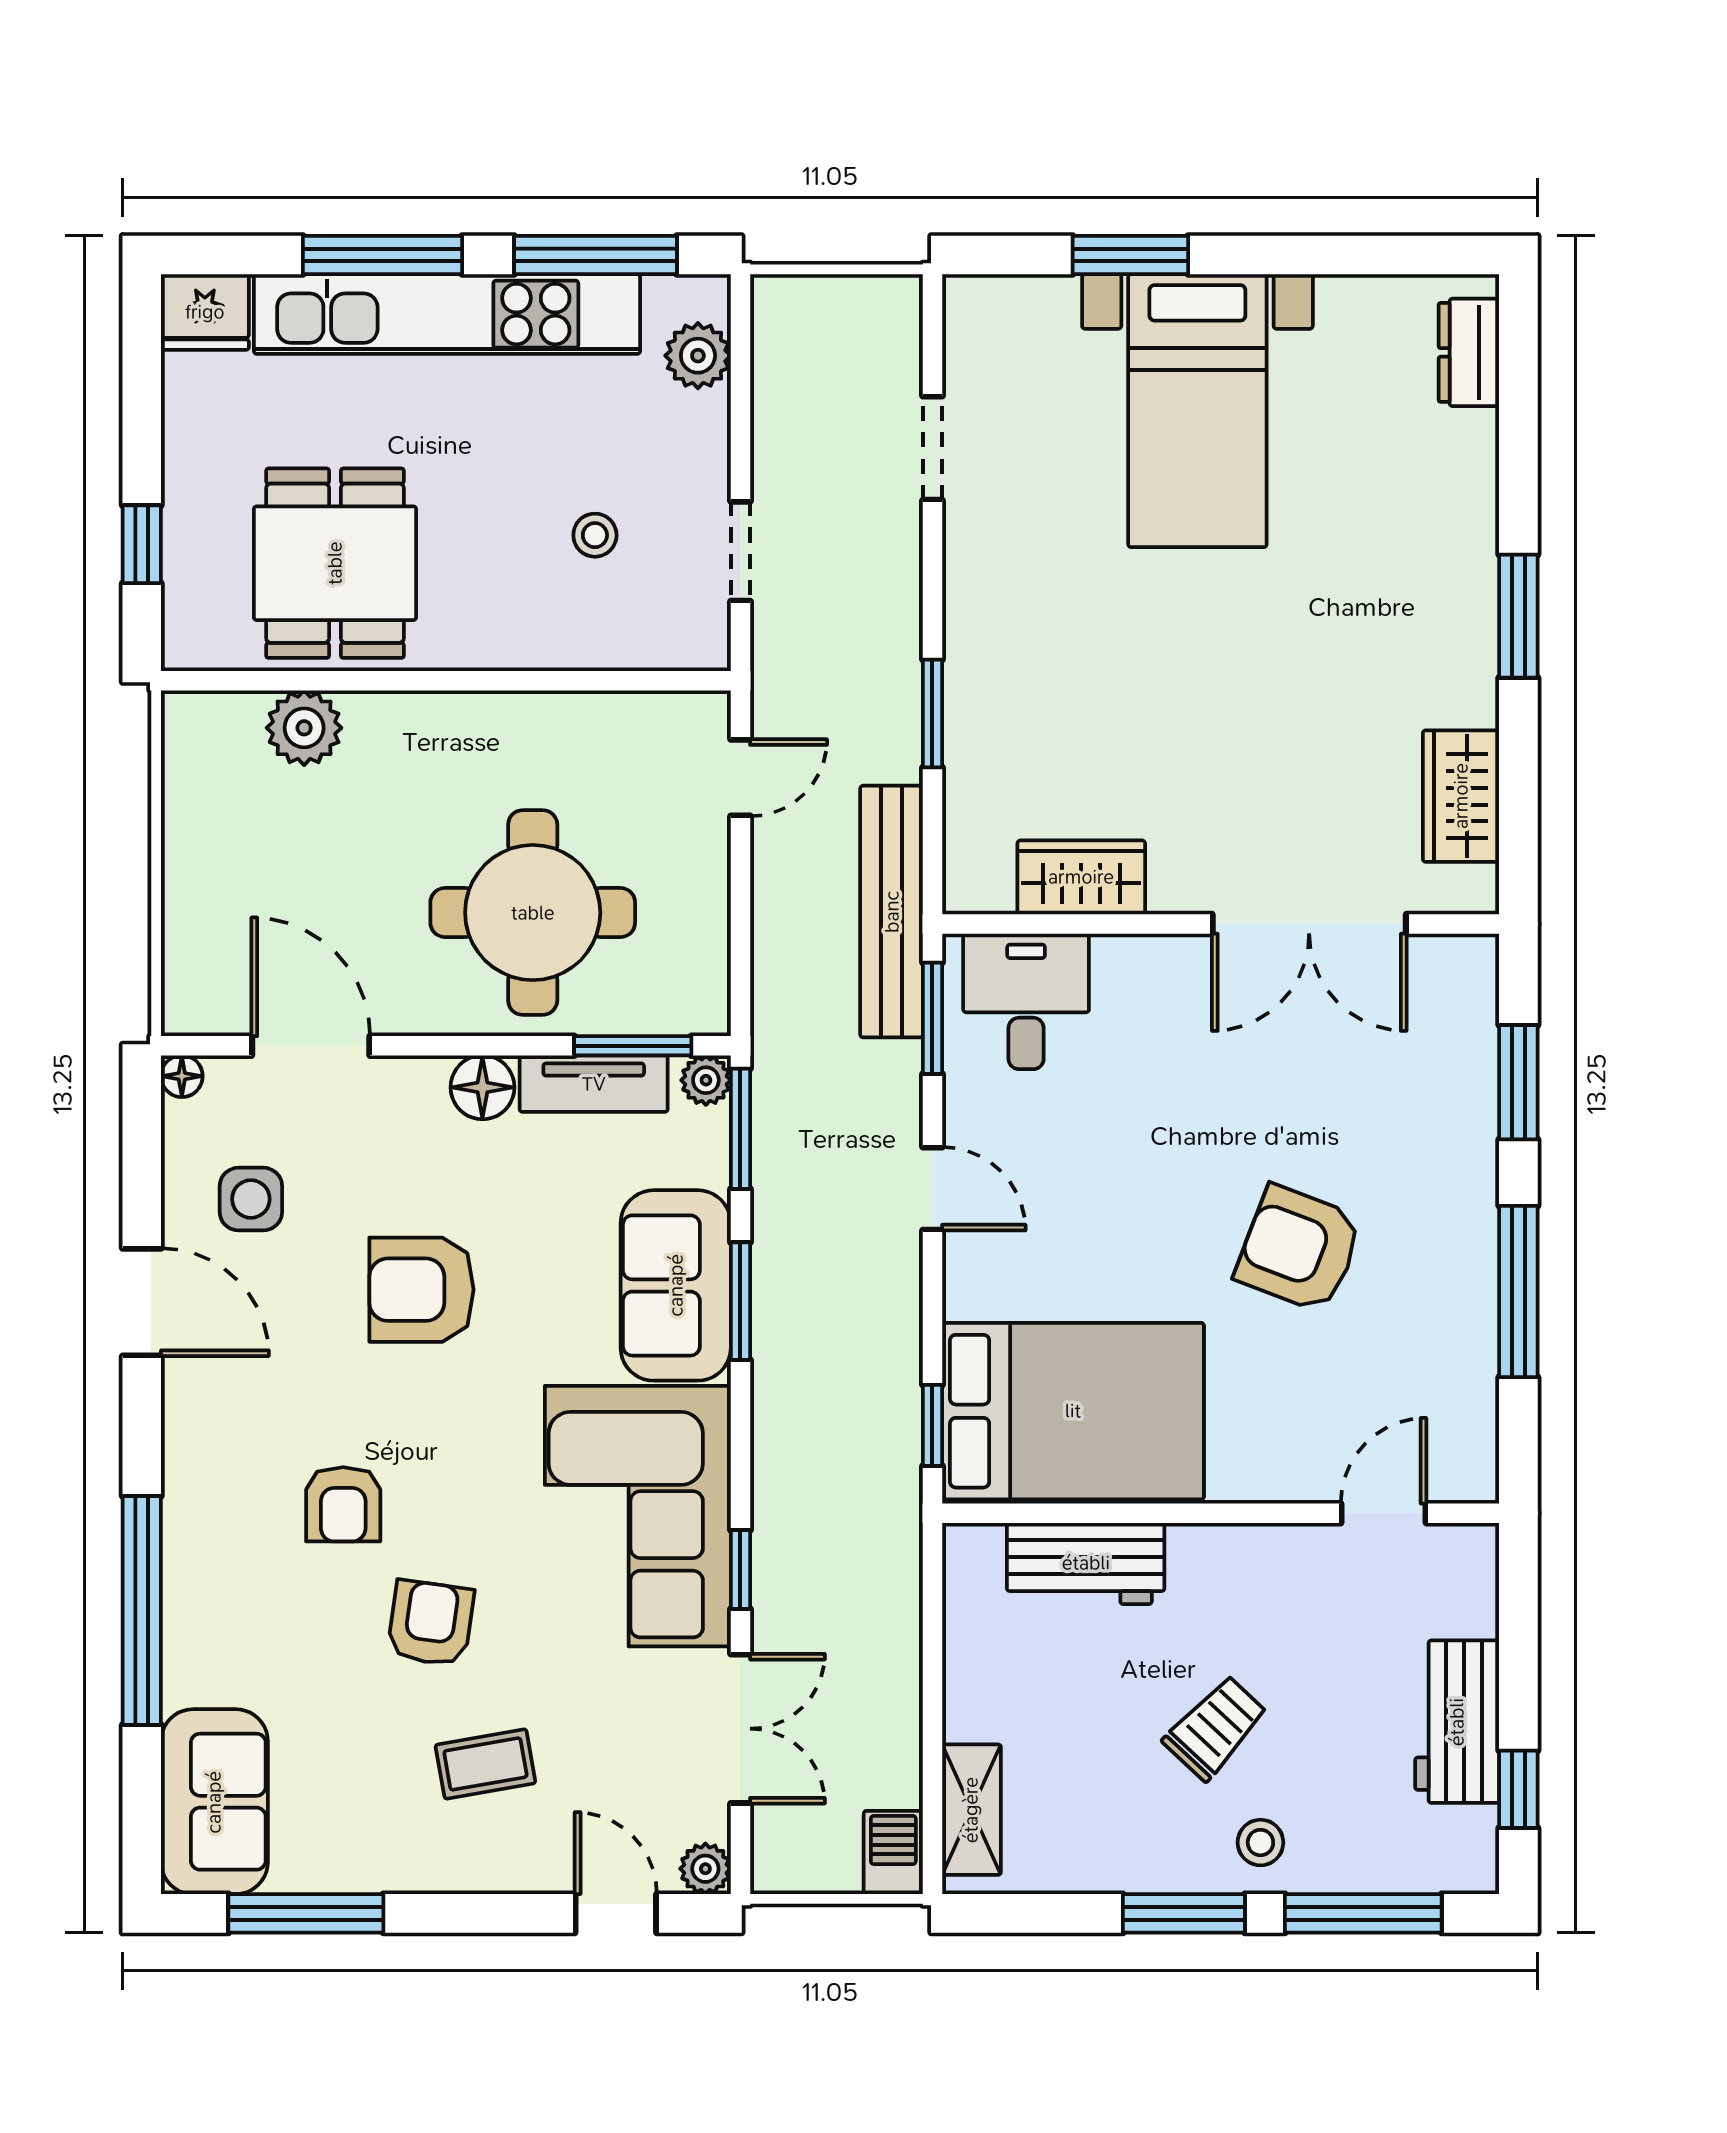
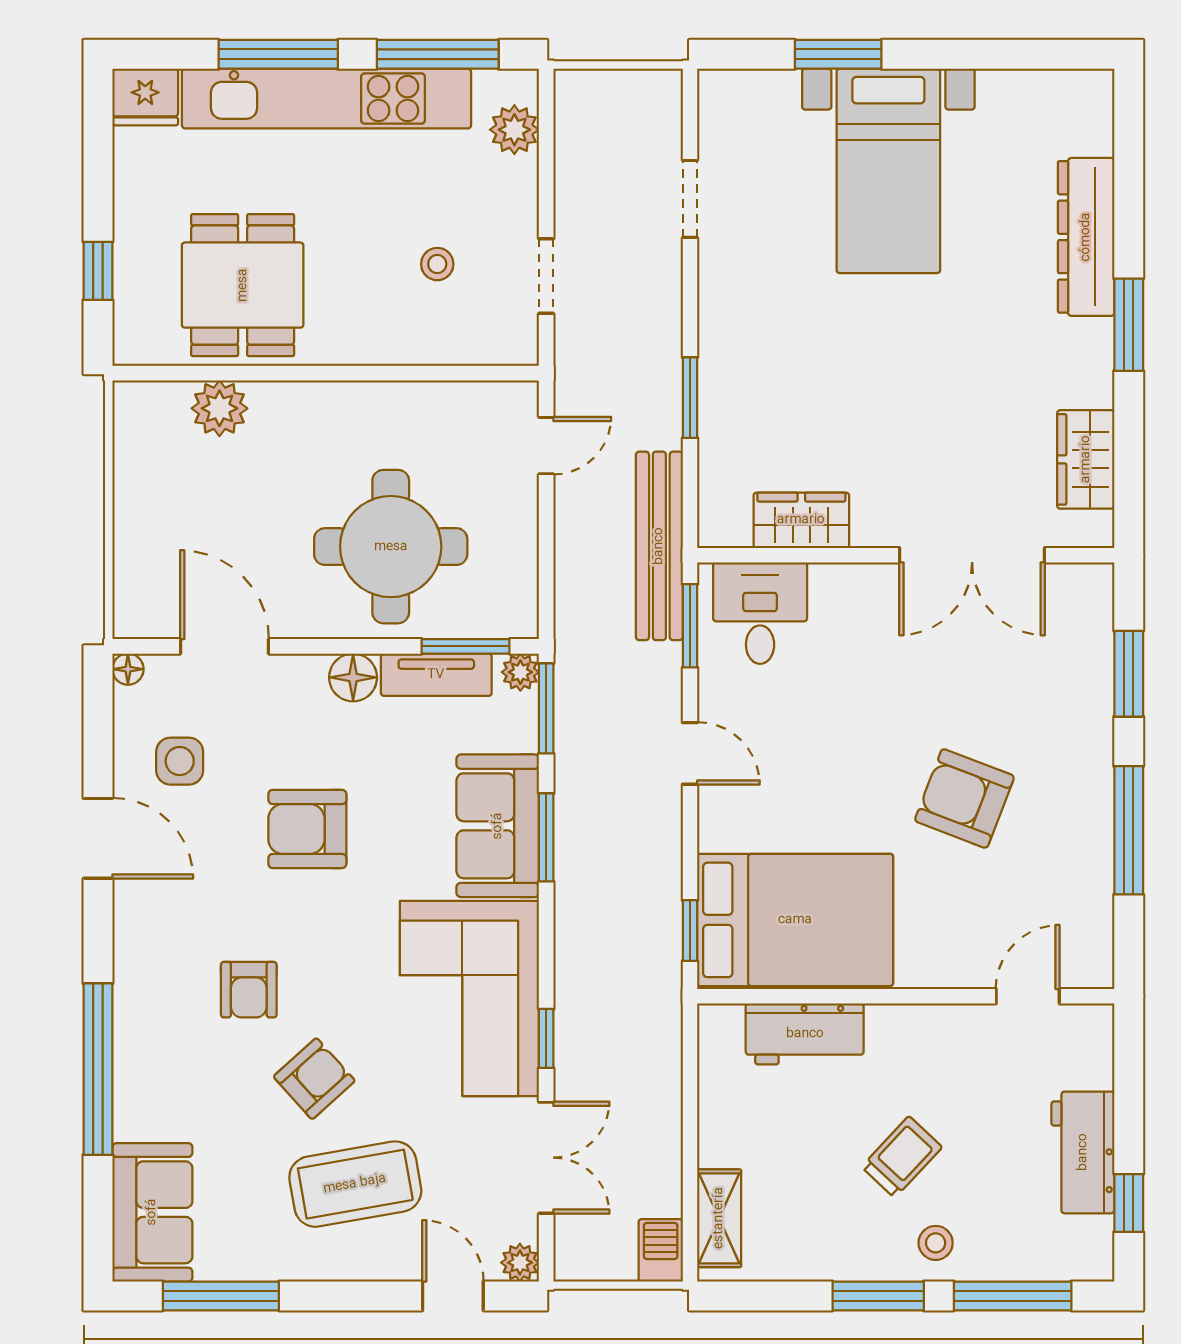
dresser: (1469, 352) -> (1086, 237), moved, width x1.96, depth x1.24
armchair: (431, 1623) -> (314, 1079), turned 40
coffee table: (485, 1764) -> (355, 1184), width x1.86, depth x1.72

